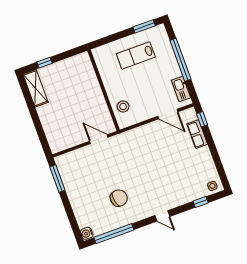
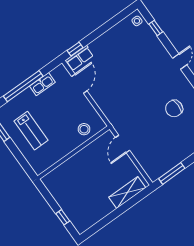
shelving: (36, 88) -> (127, 192), moved
kitchen sink: (181, 89) -> (42, 84), moved
row of seats: (197, 134) -> (79, 58), moved
chair: (119, 198) -> (174, 108), turned -79

